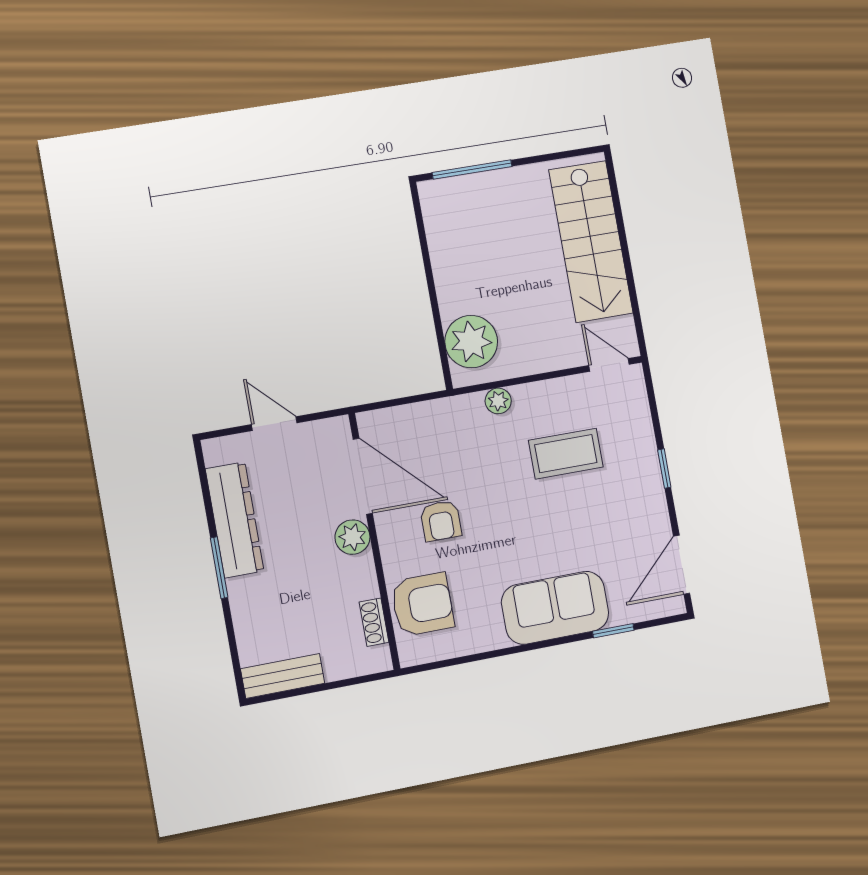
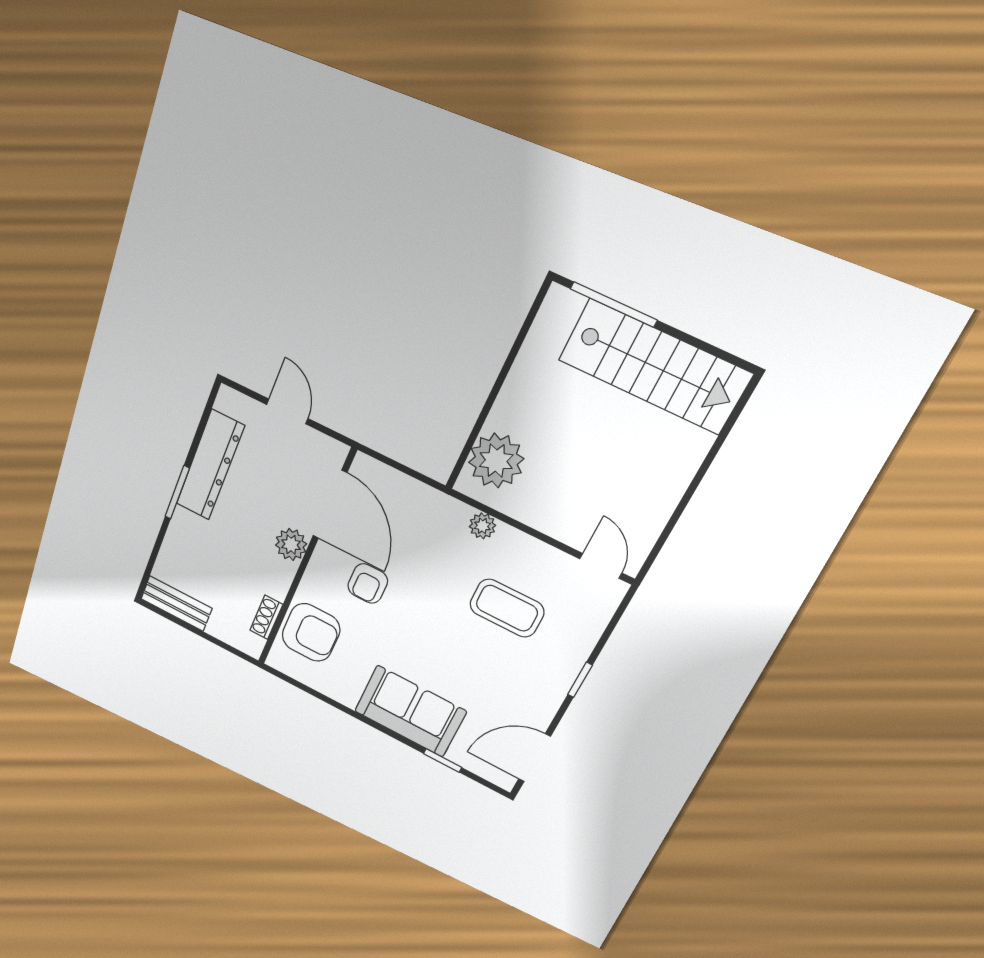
stairs: (591, 242) -> (654, 367), moved, turned -90

